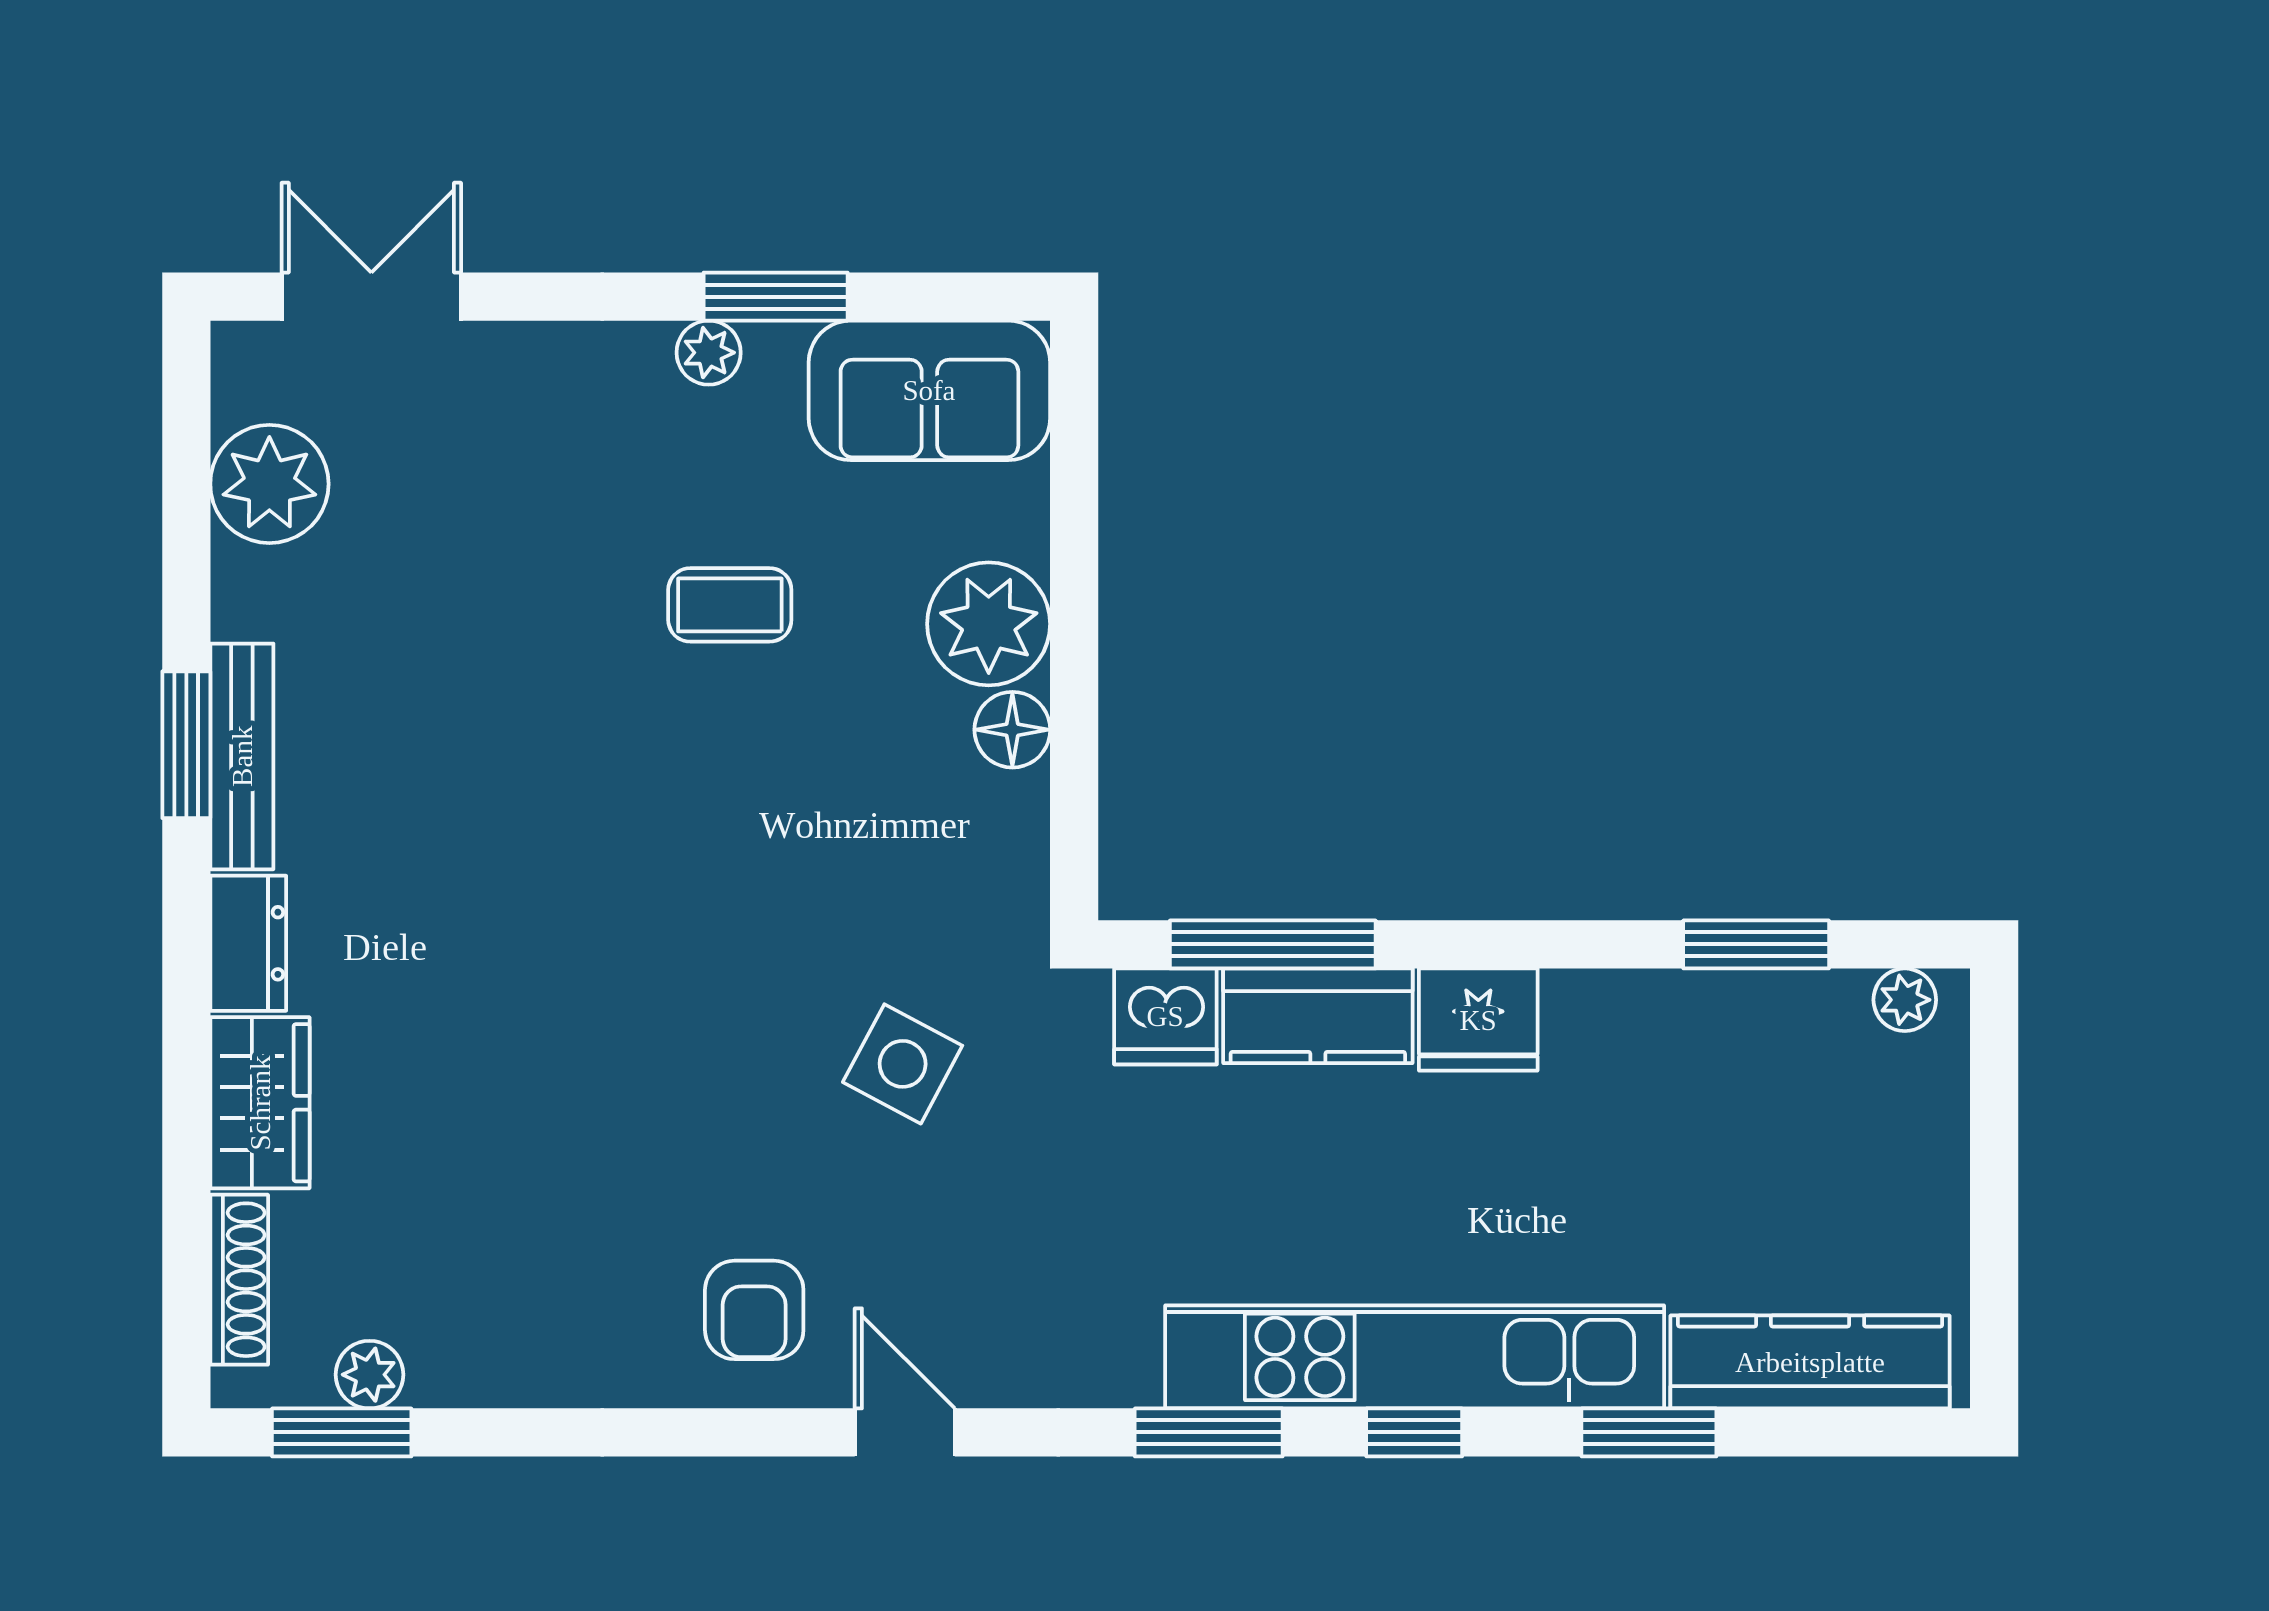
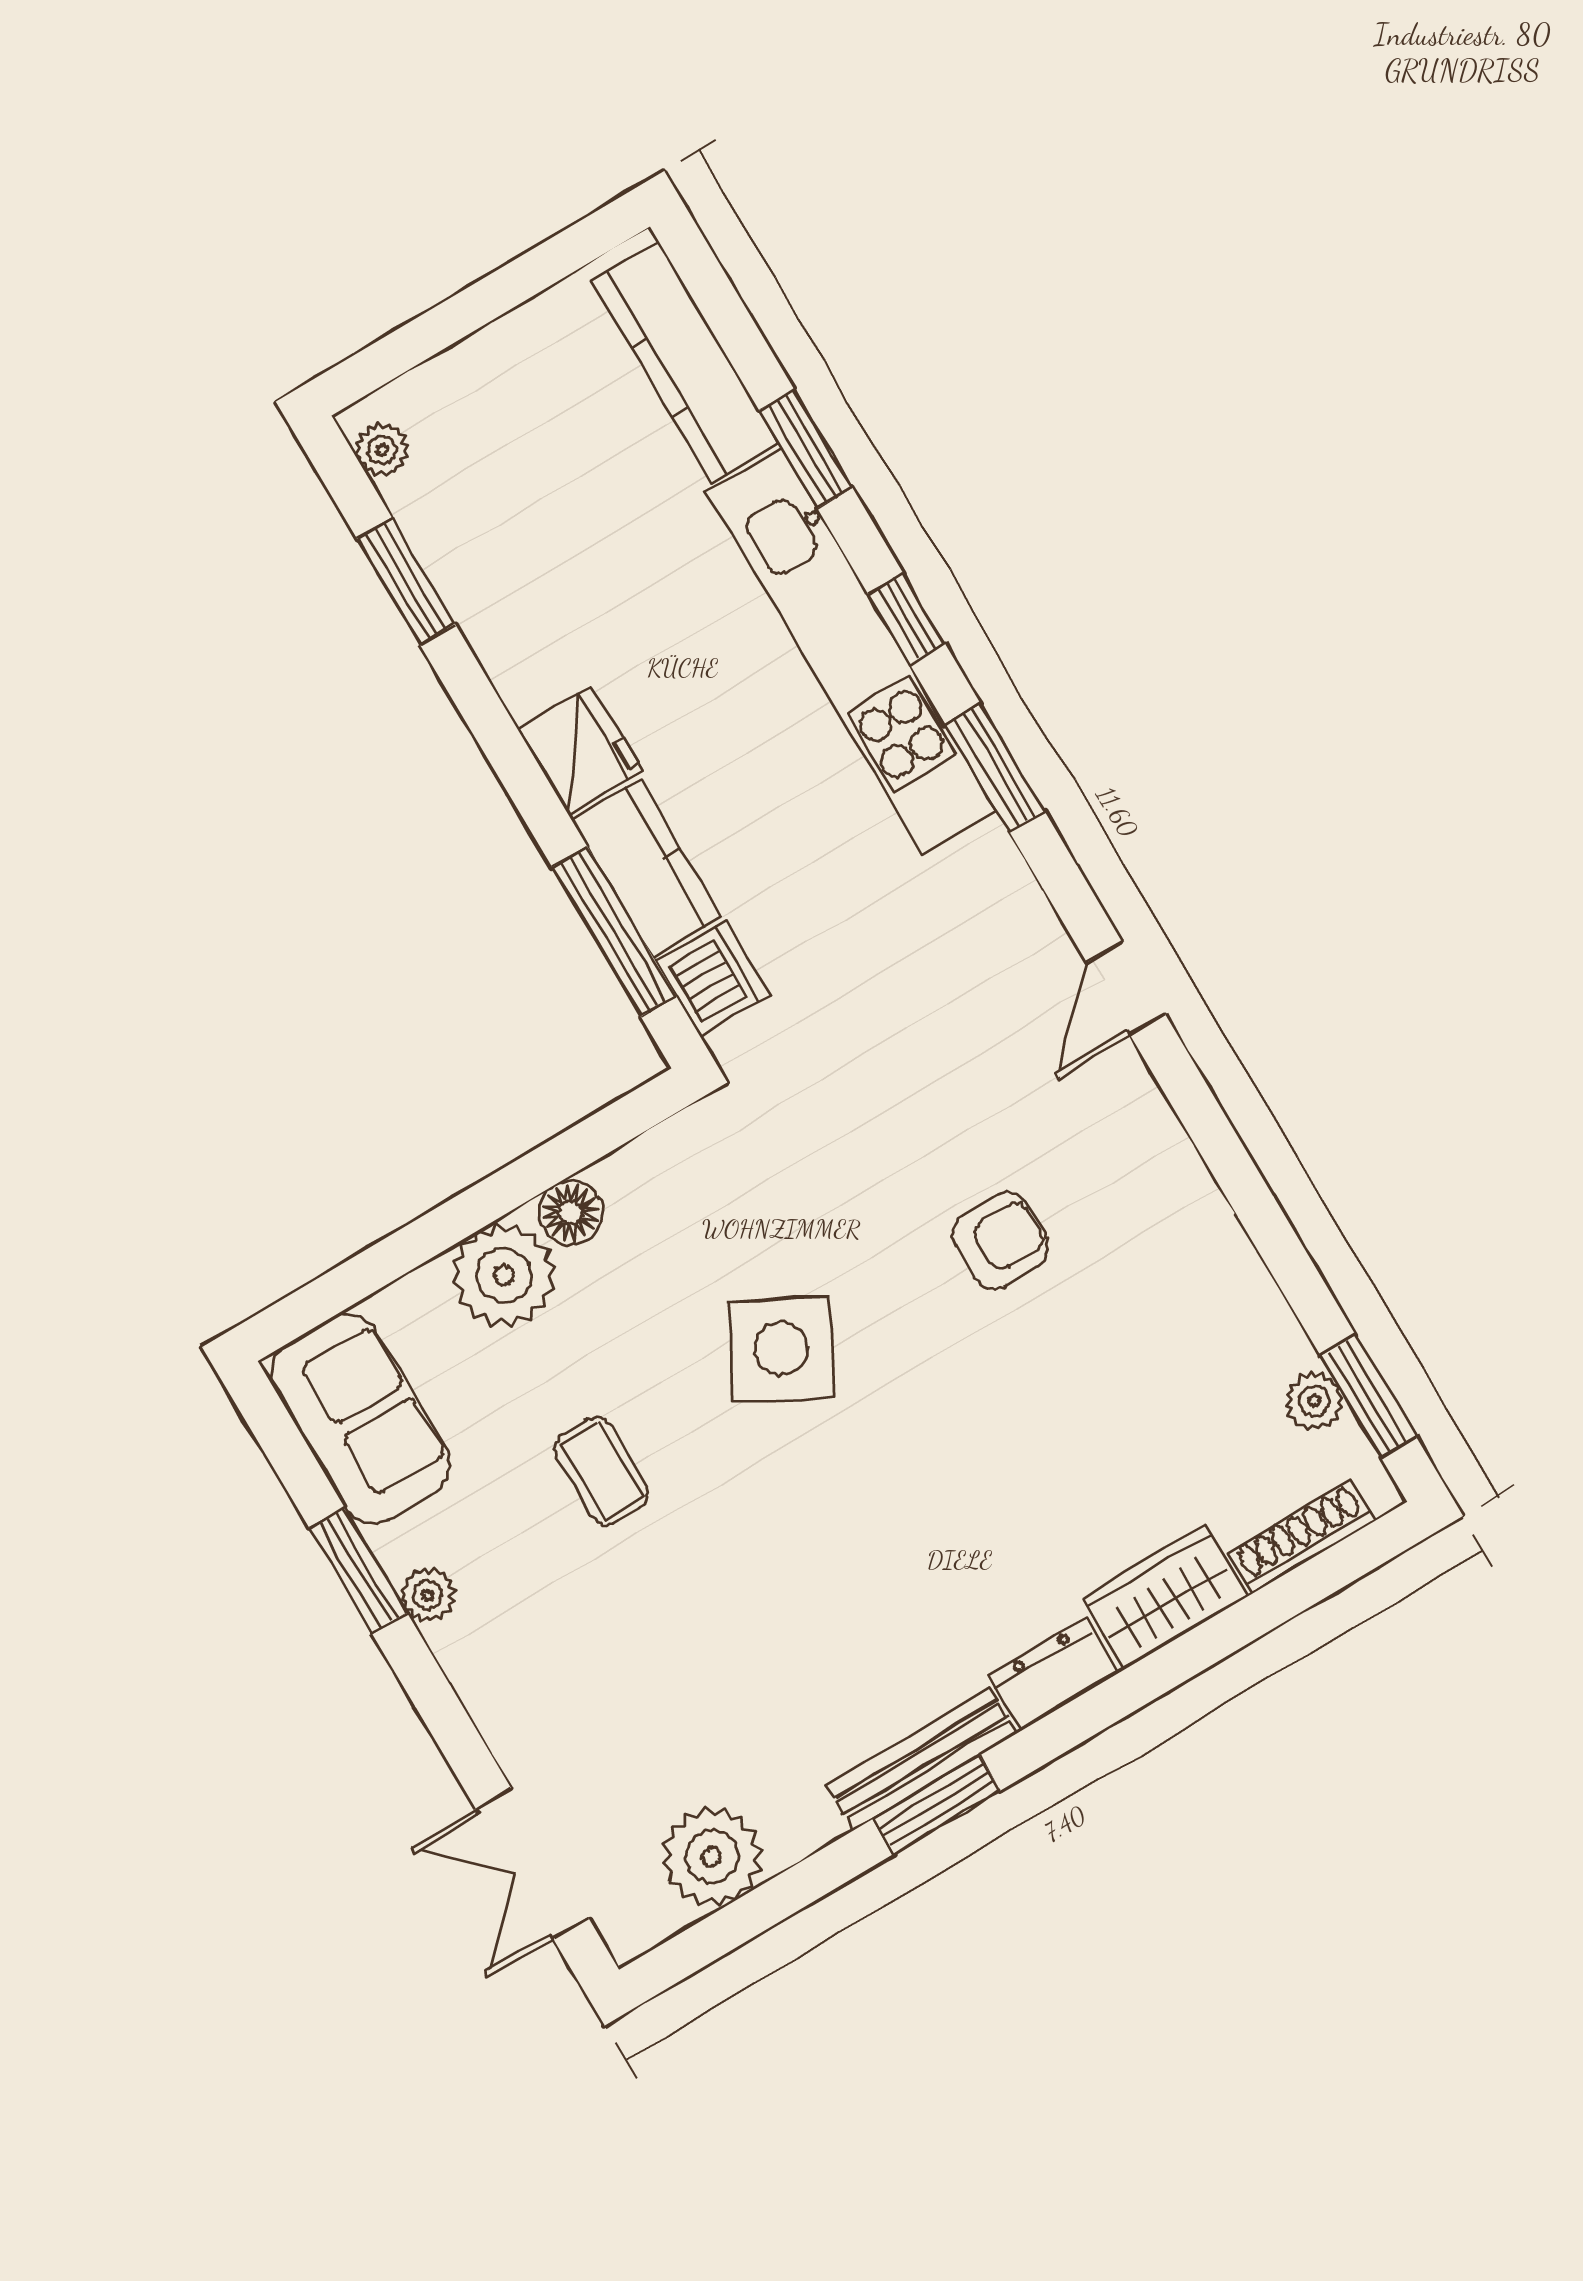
side table: (903, 1064) -> (781, 1349), moved, width x1.37, depth x1.37
armchair: (754, 1310) -> (1000, 1241), moved

